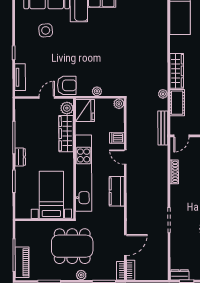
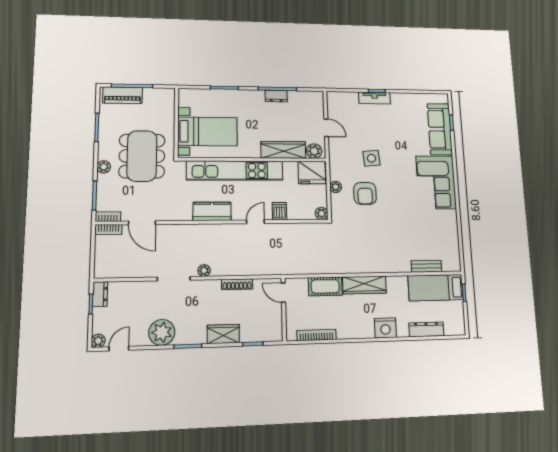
side table: (46, 30) -> (371, 158), moved
tv unit: (20, 77) -> (375, 98), moved
armchair: (67, 85) -> (365, 193), moved
plant: (163, 94) -> (204, 271), moved
bench: (163, 128) -> (427, 266), moved, width x0.73
dresser: (20, 157) -> (276, 96), moved

